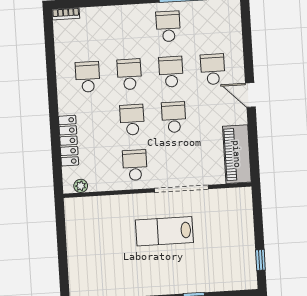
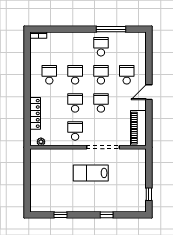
door: (250, 95) -> (149, 92), hinge flipped

